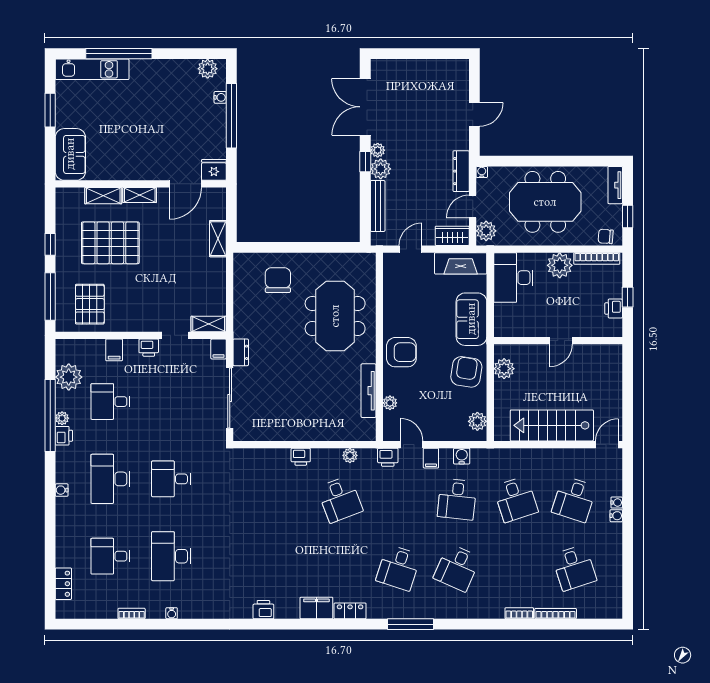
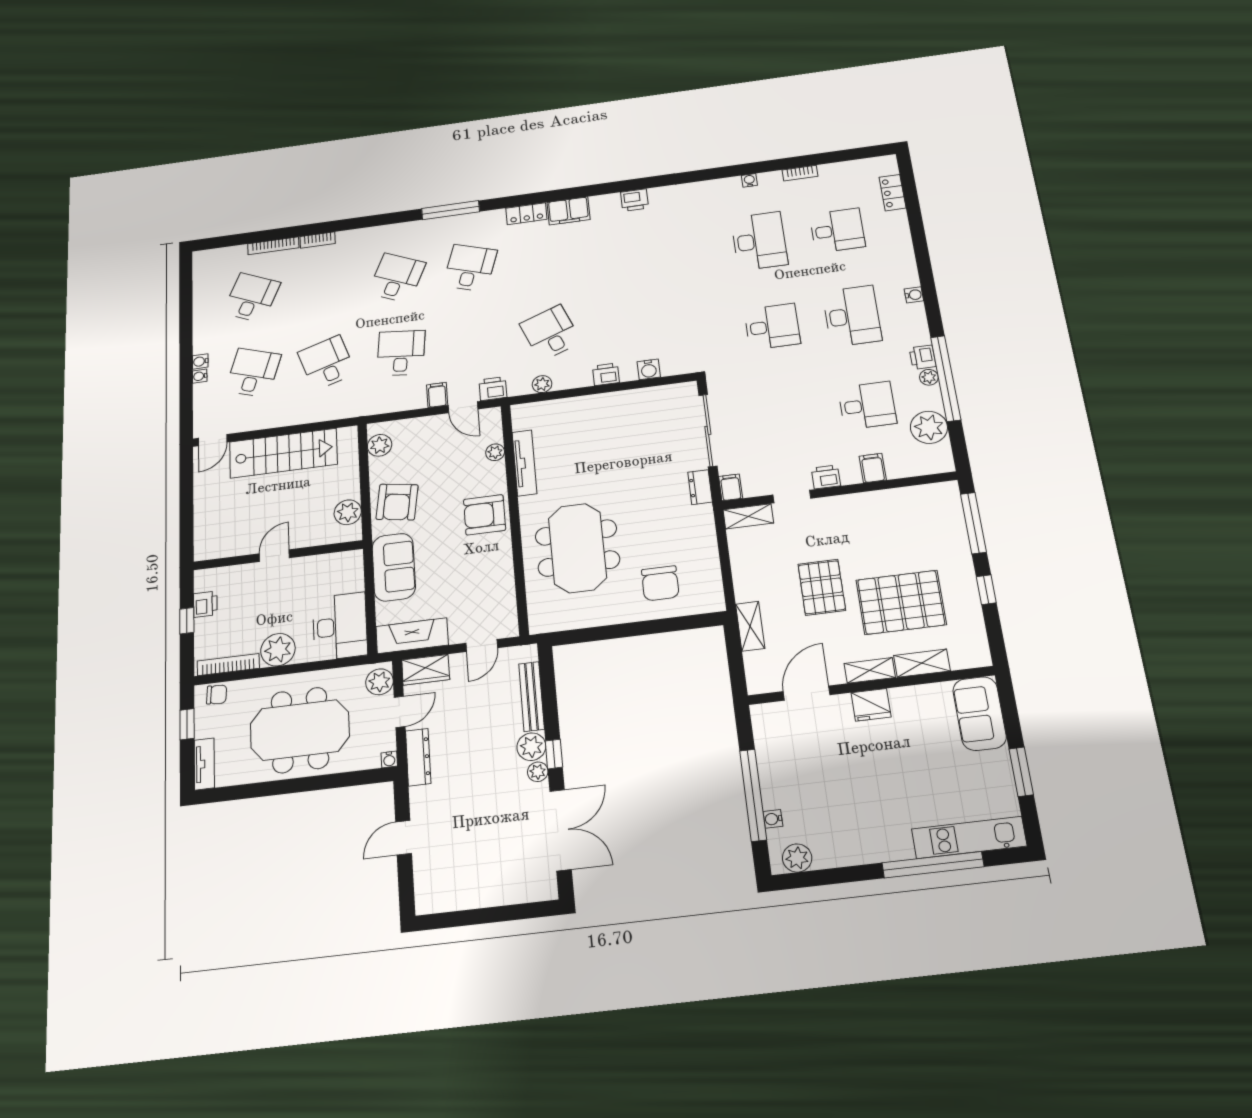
fridge: (214, 170) -> (871, 705), moved
pallet: (90, 304) -> (822, 587), moved
water cooler: (462, 456) -> (649, 369), moved
desk: (574, 568) -> (252, 298), turned 42

